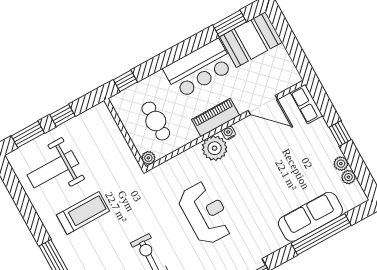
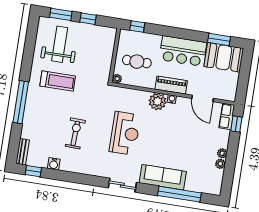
cafe table: (156, 121) -> (137, 62), turned 90
window: (340, 133) -> (236, 124), moved
weight bench: (53, 169) -> (60, 44), turned 90
plant: (348, 177) -> (222, 153), moved
sofa: (310, 217) -> (163, 177), moved

